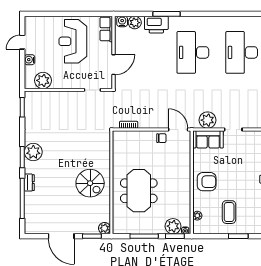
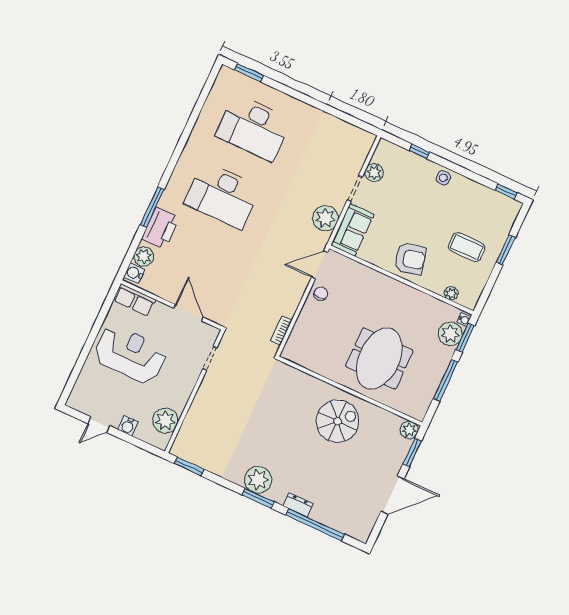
reception desk: (73, 41) -> (130, 354), turned 180
door: (22, 42) -> (99, 425), hinge flipped
plant: (248, 137) -> (374, 173), added
armchair: (207, 182) -> (410, 259), turned 77
meeting table: (139, 191) -> (379, 359), turned 90

